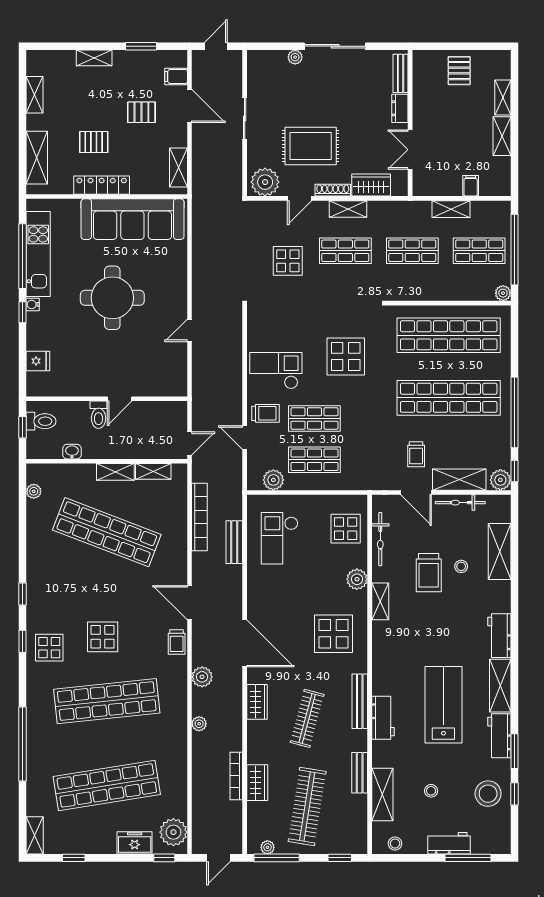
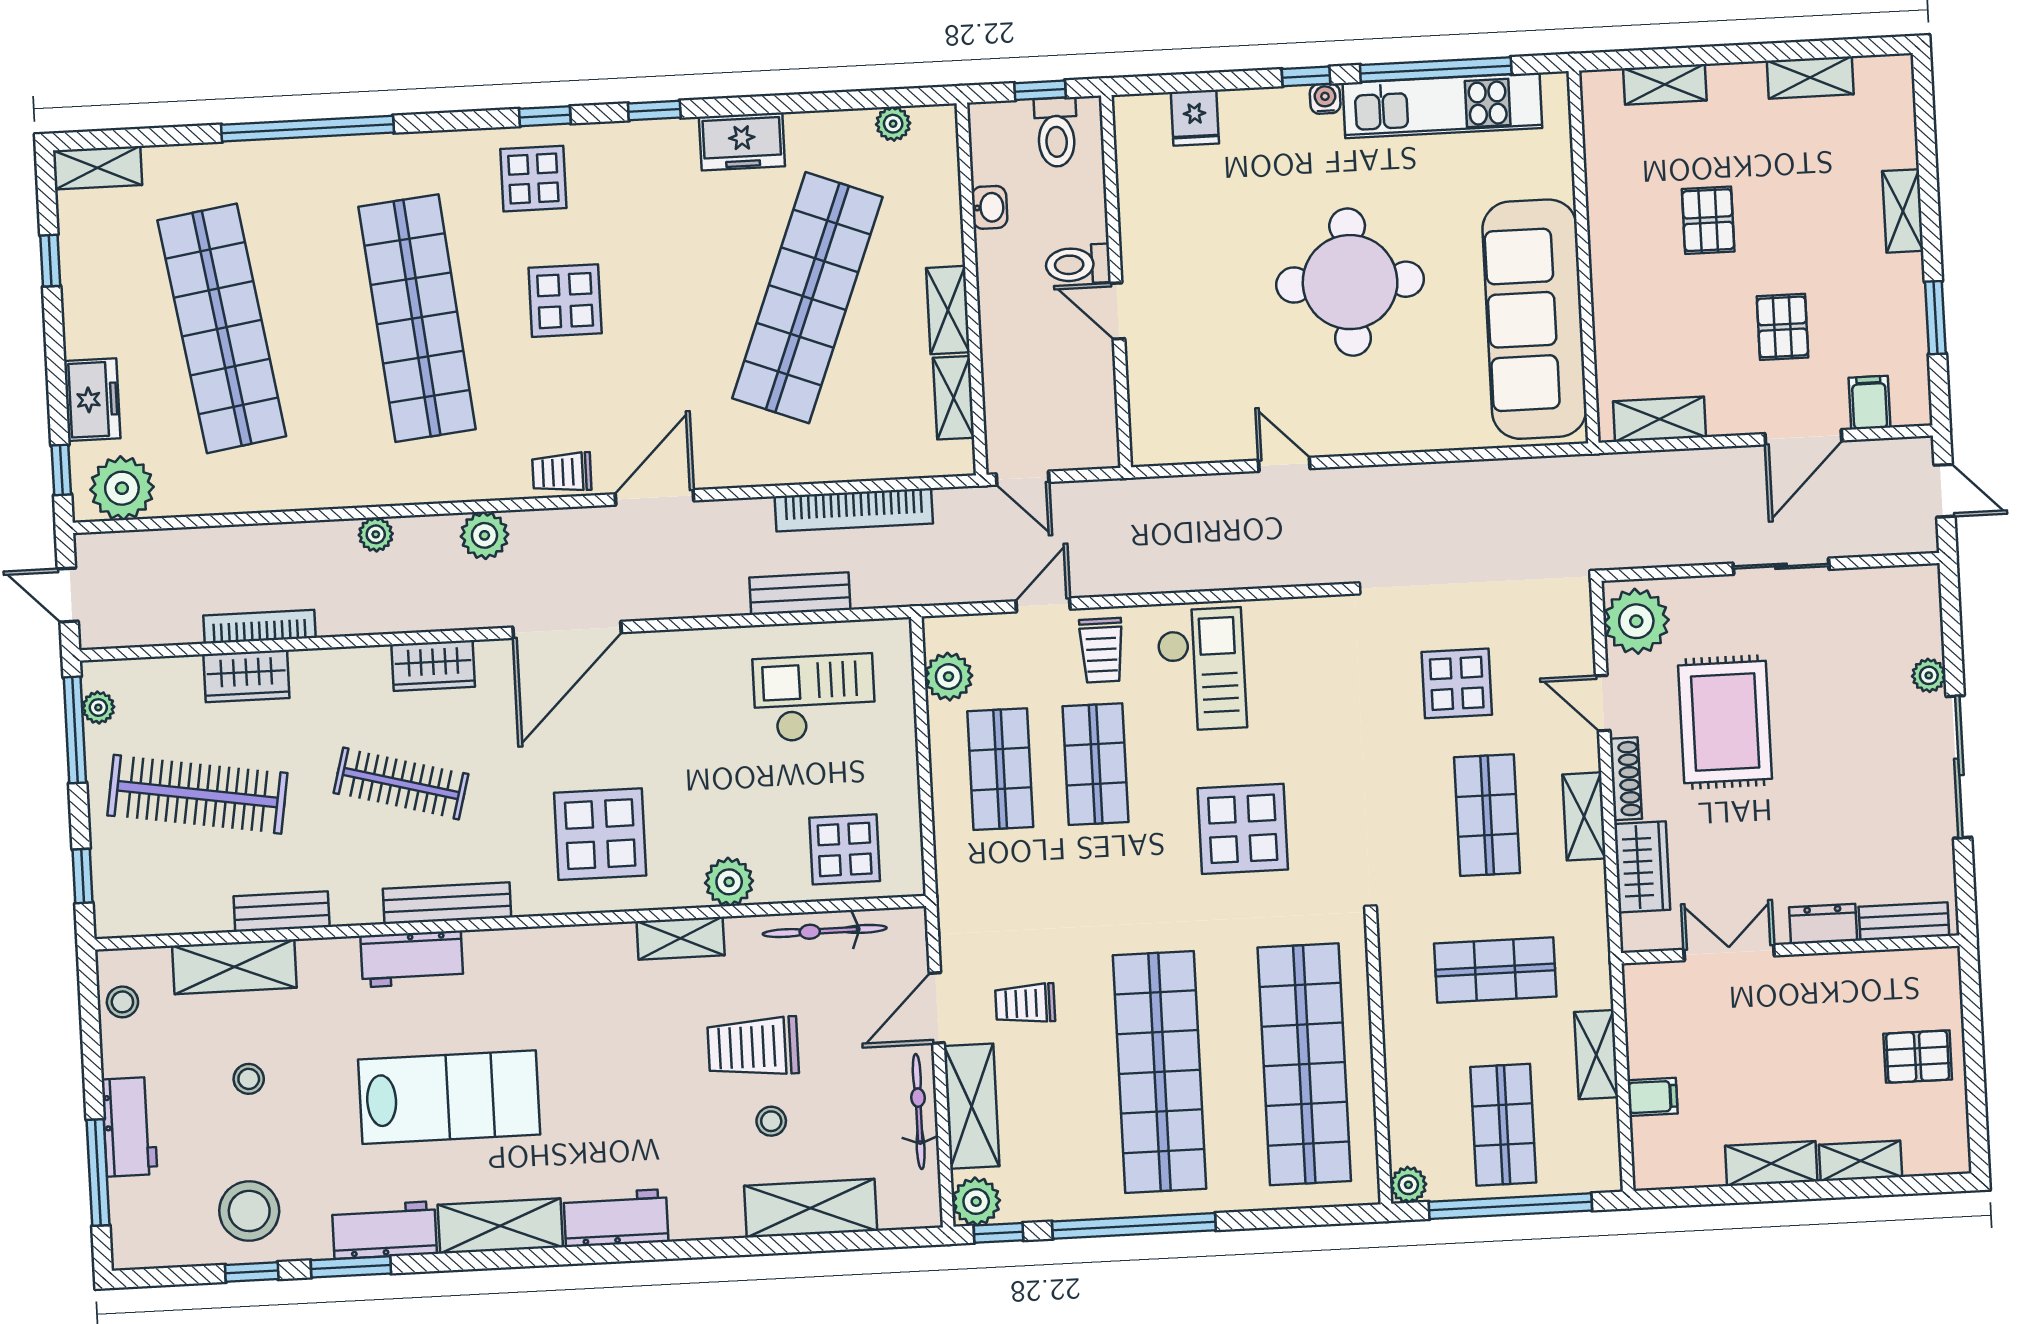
shelving: (37, 158) -> (1665, 84), width x0.67, depth x0.75
locker: (102, 185) -> (1609, 244), removed
shop shelf: (412, 251) -> (1495, 970), turned 90
freezer: (38, 557) -> (742, 141), added

